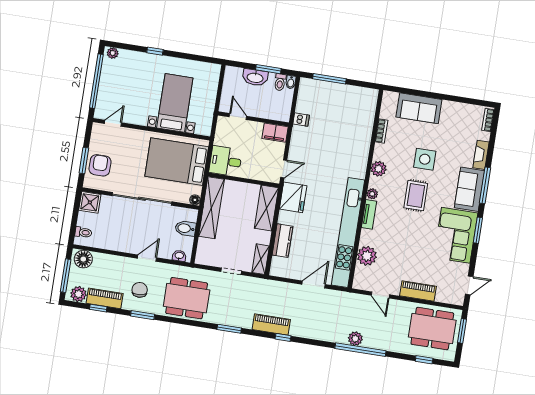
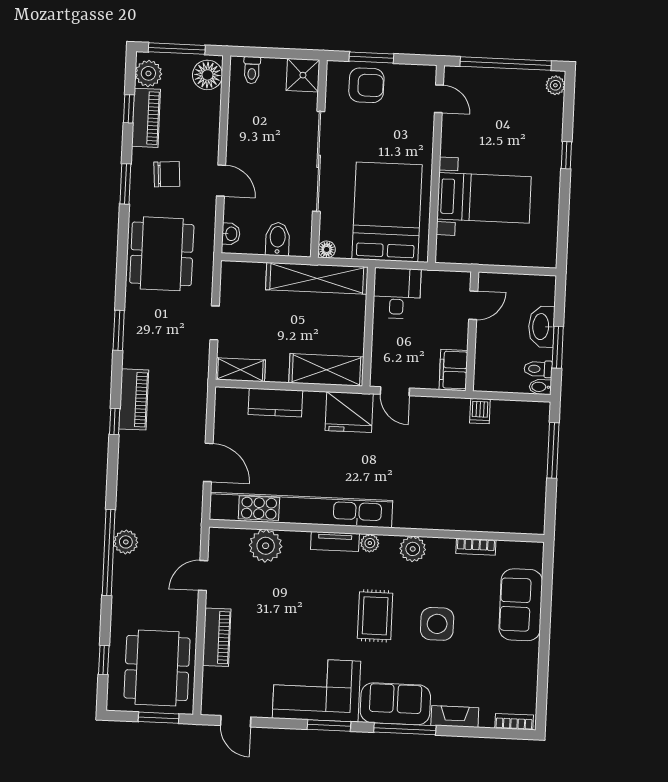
rug: (416, 196) -> (375, 616), turned 90

